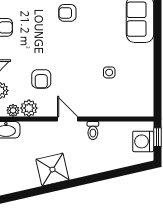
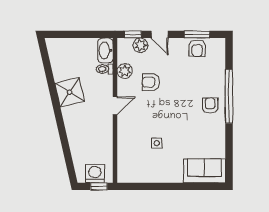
plant: (13, 110) -> (123, 57), removed
toilet: (93, 130) -> (105, 69), moved

